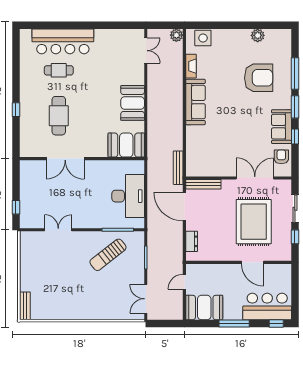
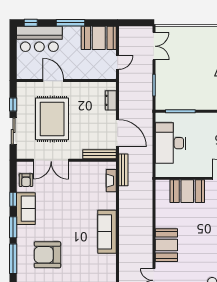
fireplace: (191, 66) -> (111, 181), moved
booth: (133, 103) -> (166, 245), moved
booth: (126, 145) -> (187, 191), moved
sun lounger: (108, 255) -> (190, 88), removed

